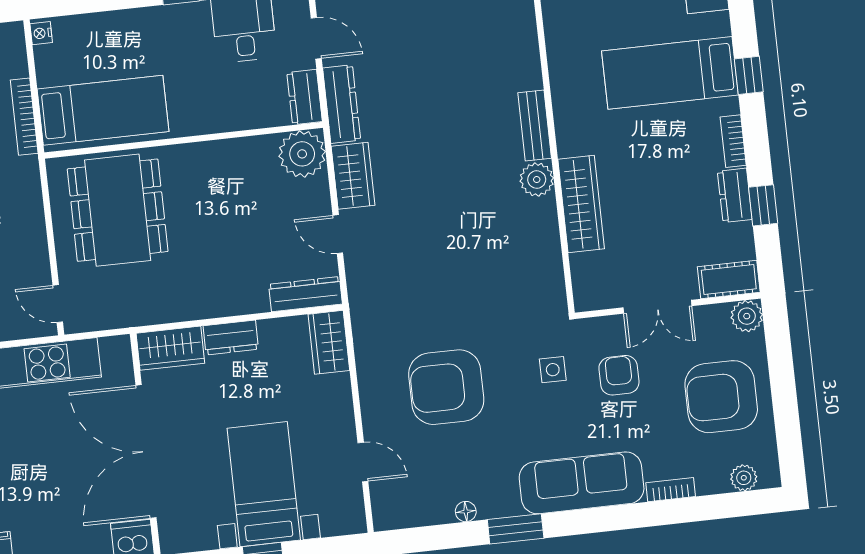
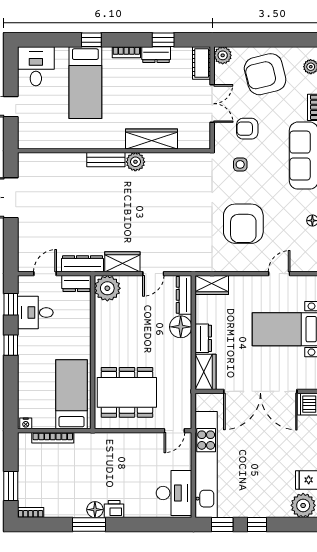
bookcase: (24, 117) -> (53, 438), moved
floor lamp: (247, 294) -> (181, 327), added
armchair: (721, 397) -> (265, 74), turned 76

